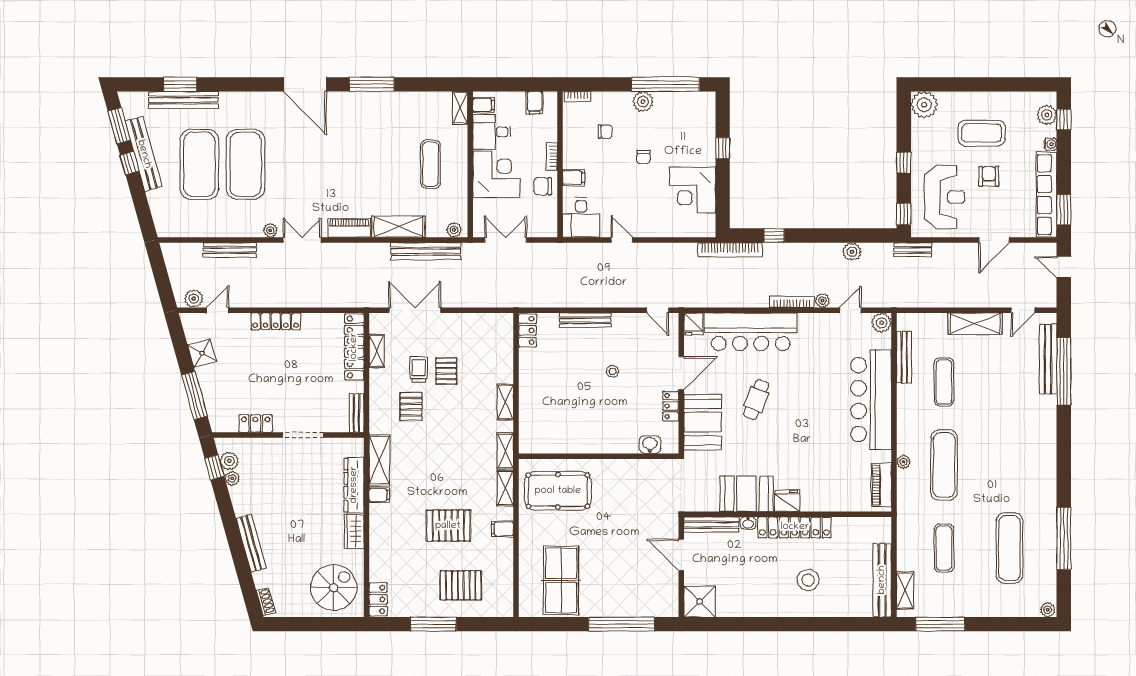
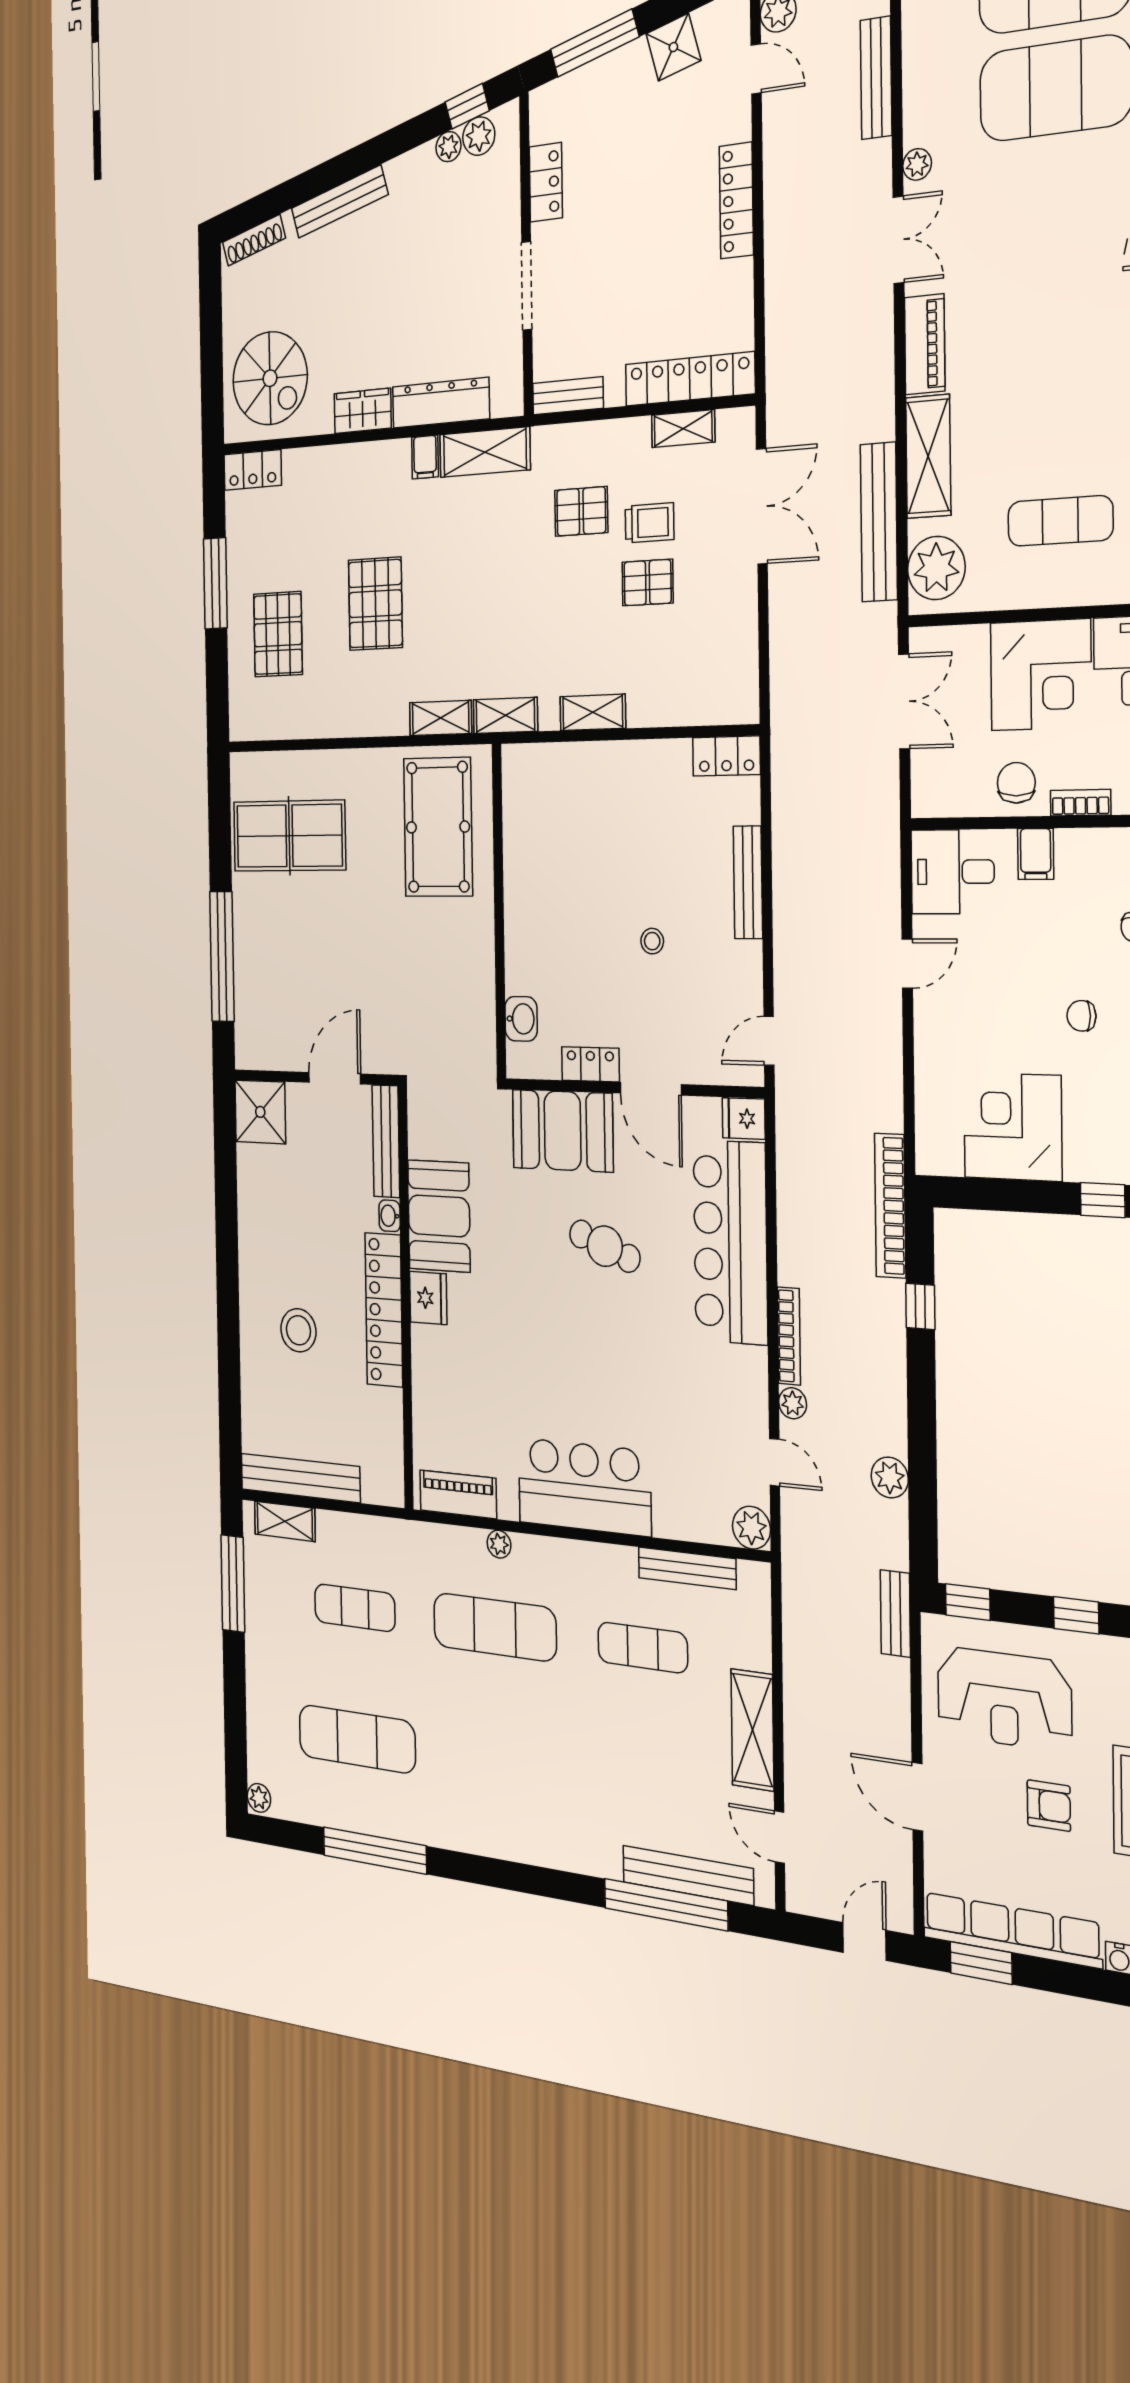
plant: (454, 230) -> (936, 568), width x1.87, depth x1.87
bar counter: (871, 400) -> (584, 1487), width x0.73
filing cabinet: (502, 529) -> (372, 715), removed
shoe rack: (266, 602) -> (254, 240), width x1.43

